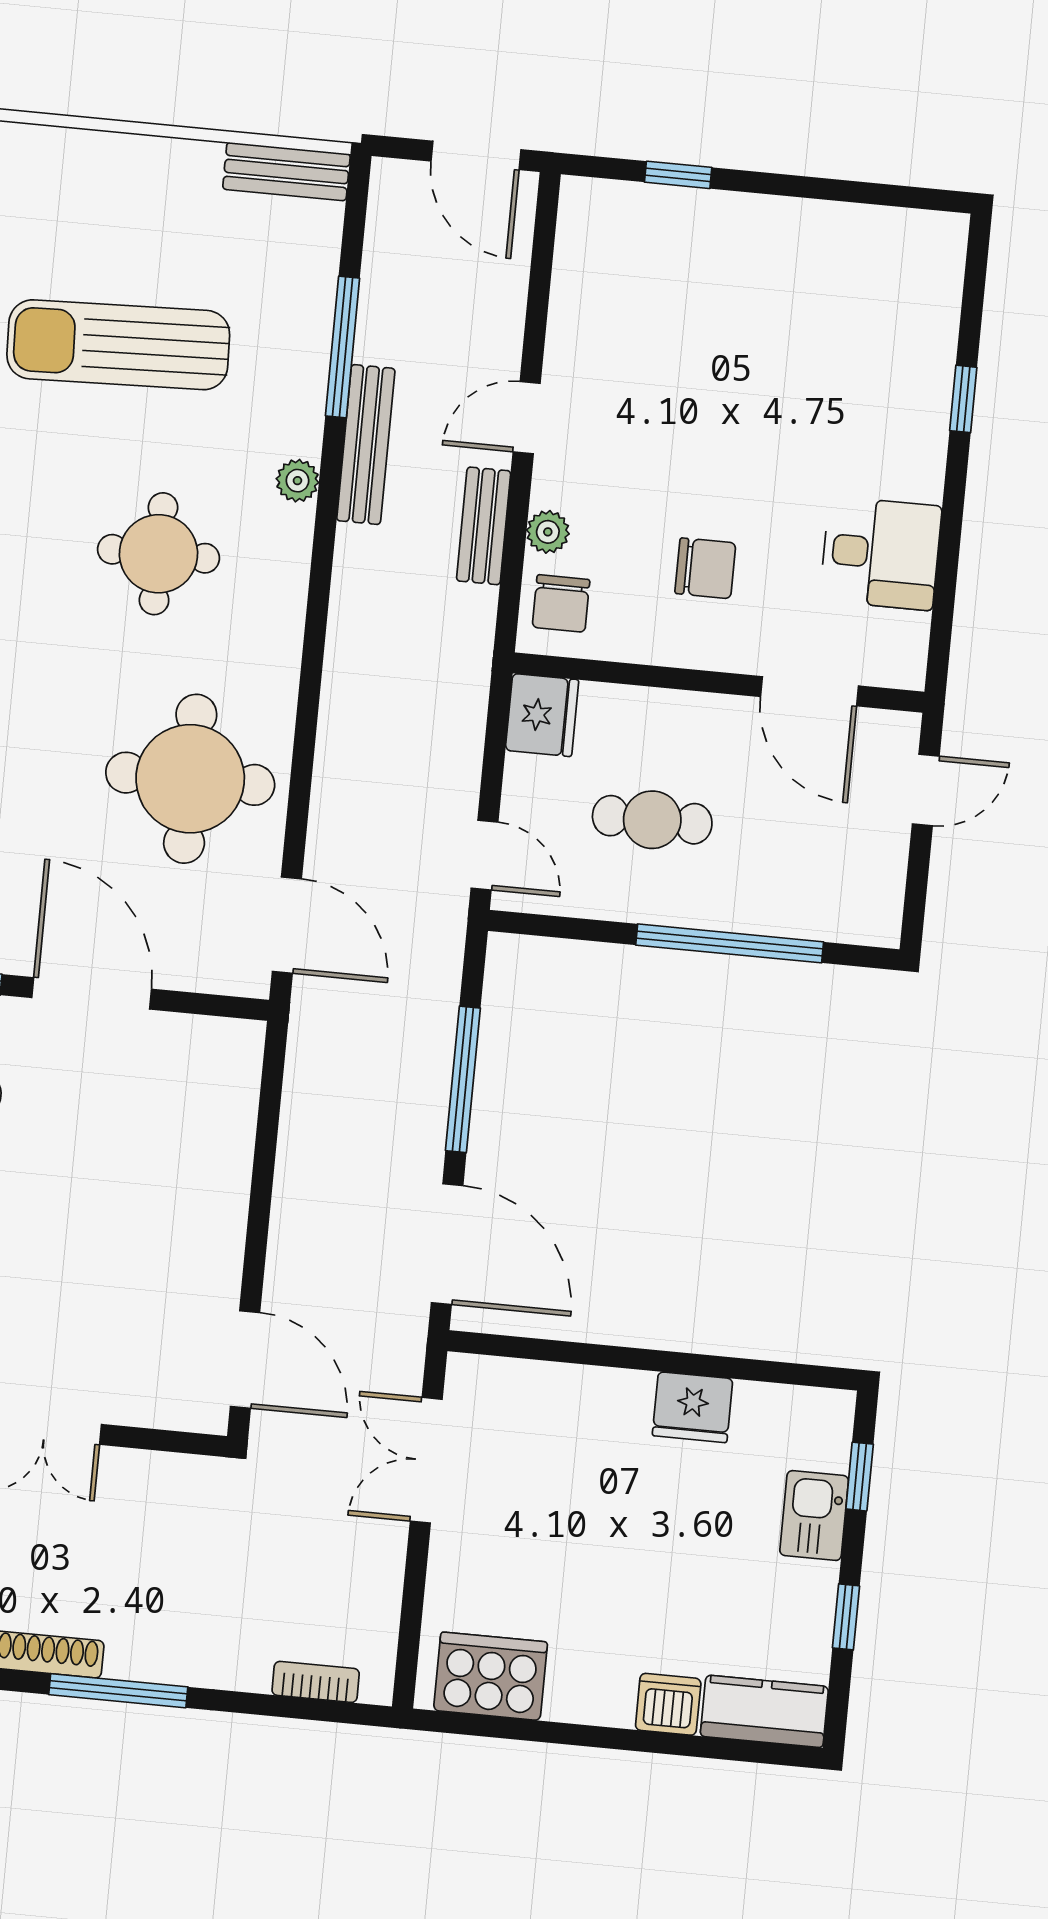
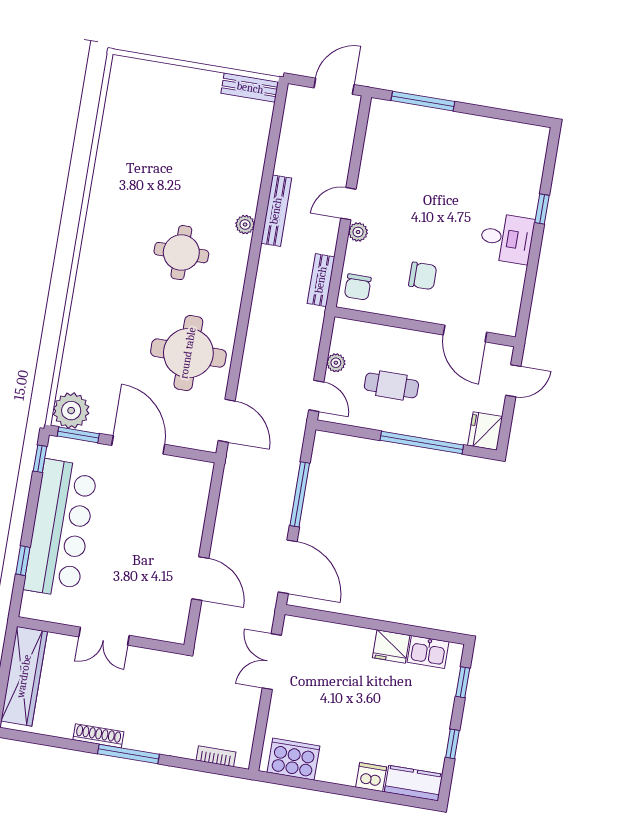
door: (476, 155) -> (334, 86), swing flipped
window: (678, 175) -> (423, 101), width x2.17
sun lounger: (118, 345) -> (170, 159), removed
window: (343, 347) -> (269, 167), removed
bench: (484, 526) -> (321, 280), moved
plant: (548, 532) -> (358, 232), moved
desk: (881, 553) -> (507, 238), moved
fridge: (542, 715) -> (485, 431), moved, turned 180
plant: (524, 777) -> (336, 363), added
door: (245, 1359) -> (200, 579), moved
kitchen sink: (814, 1516) -> (428, 652), moved, turned -90

